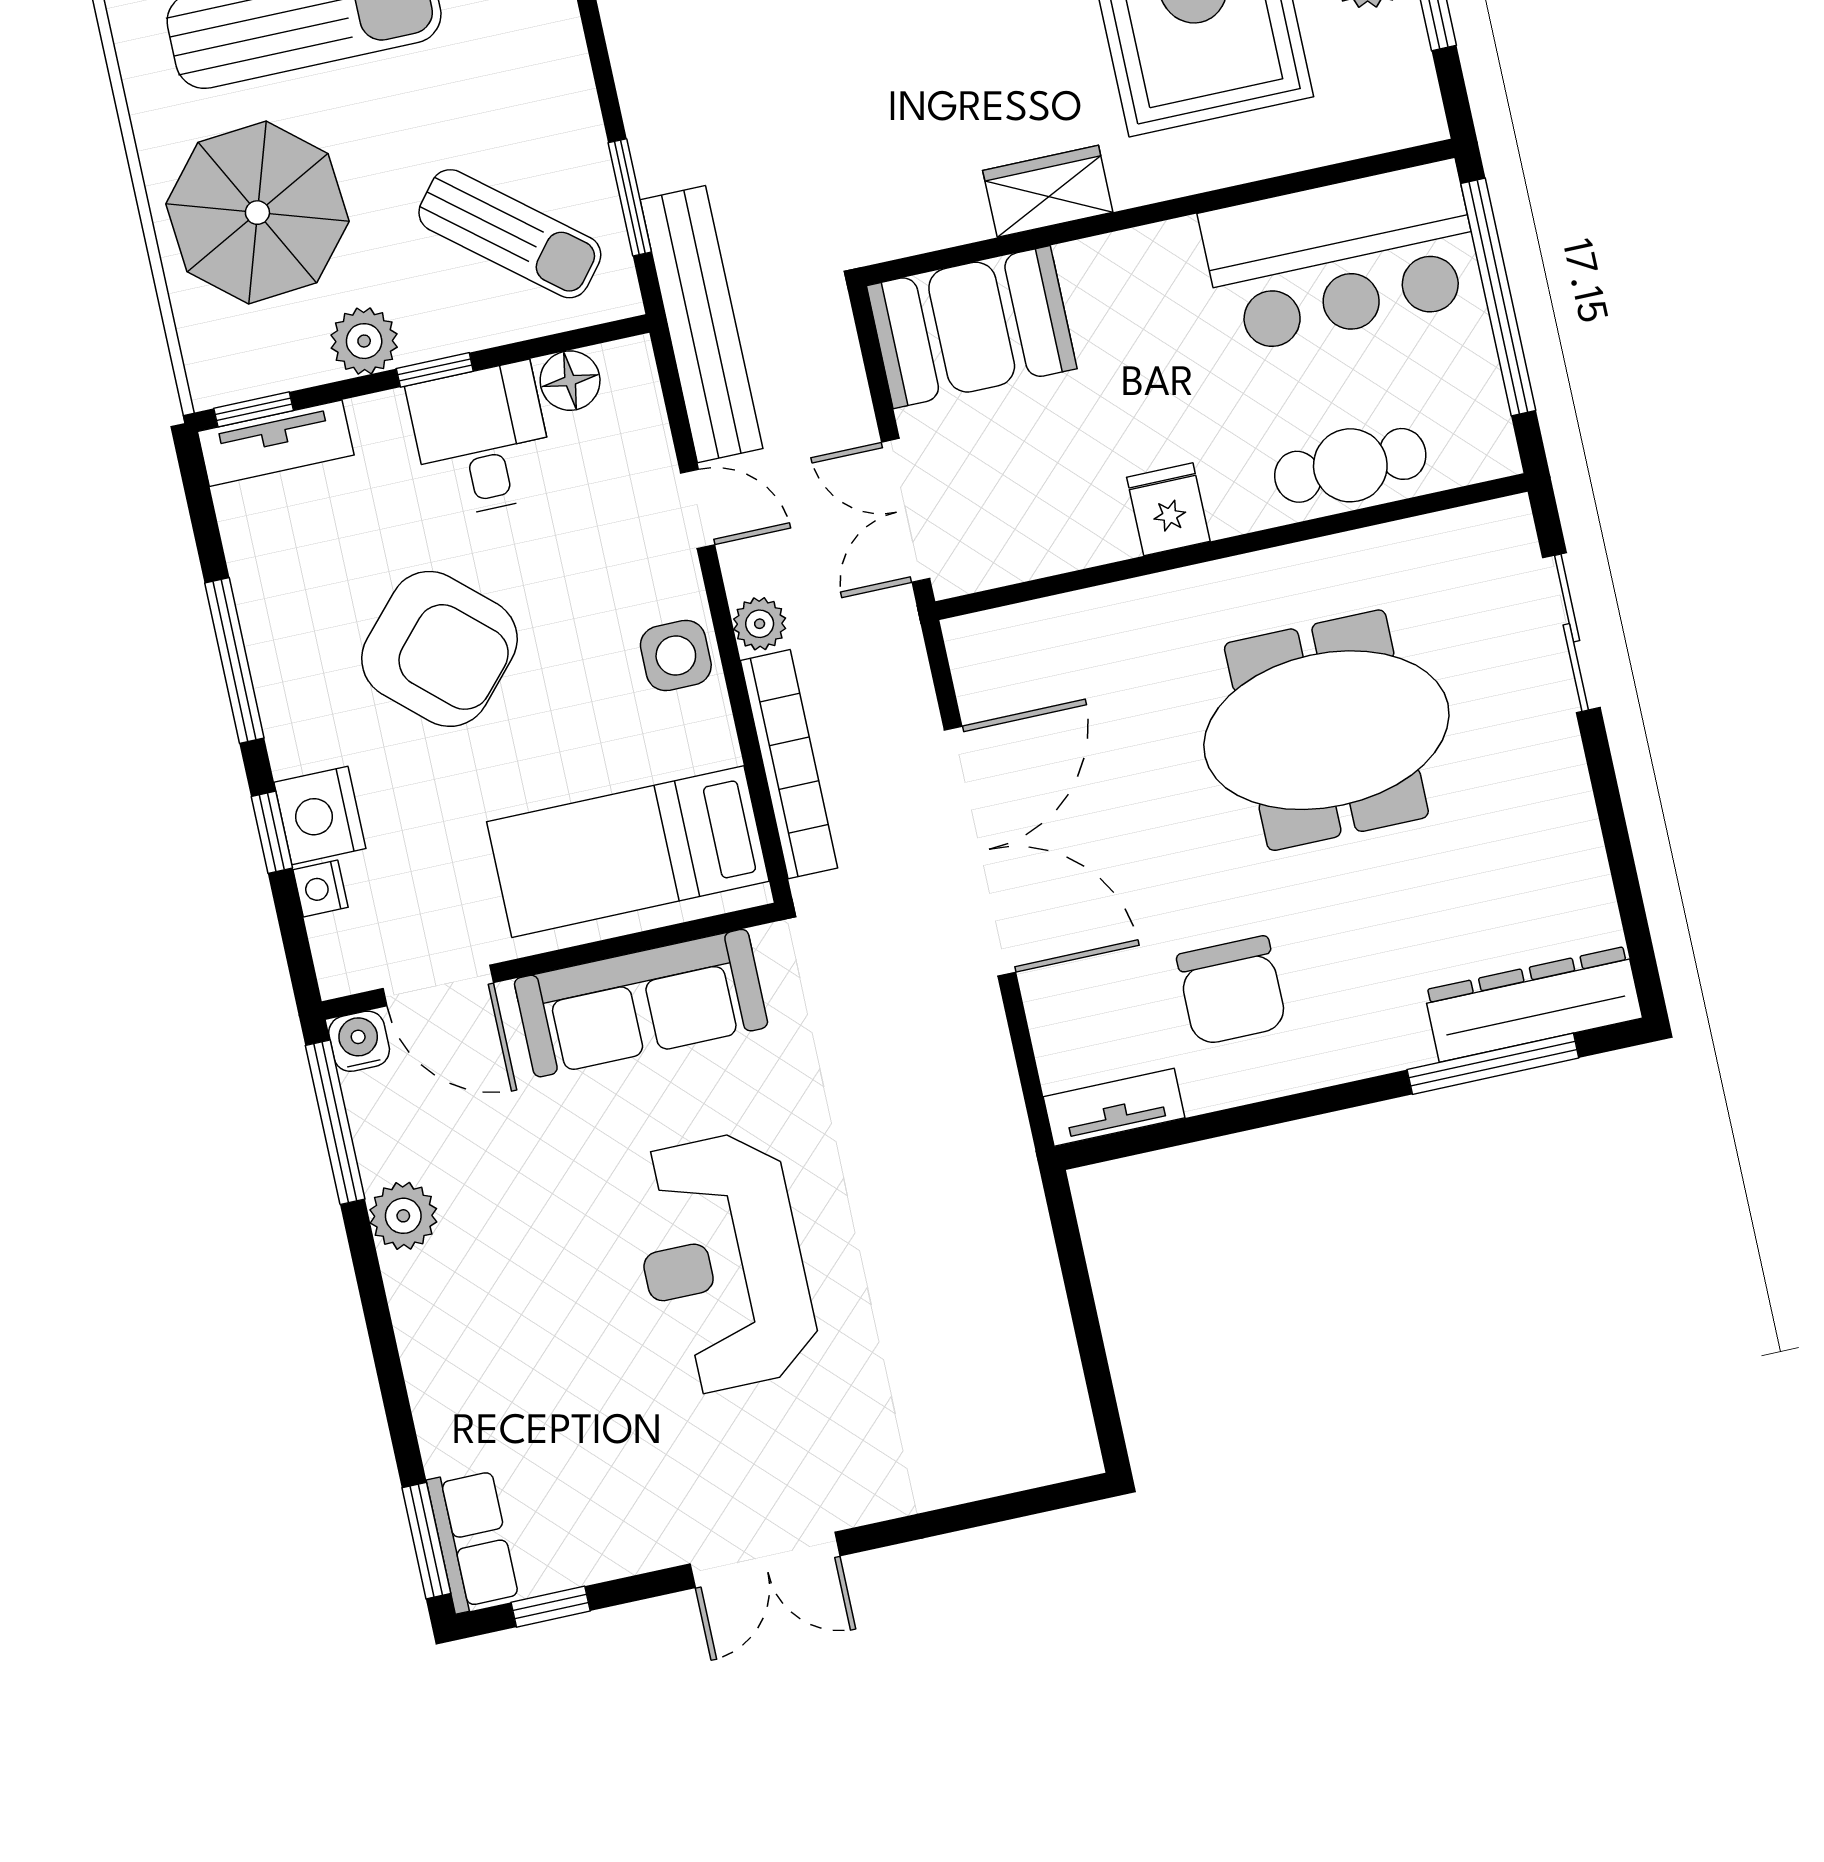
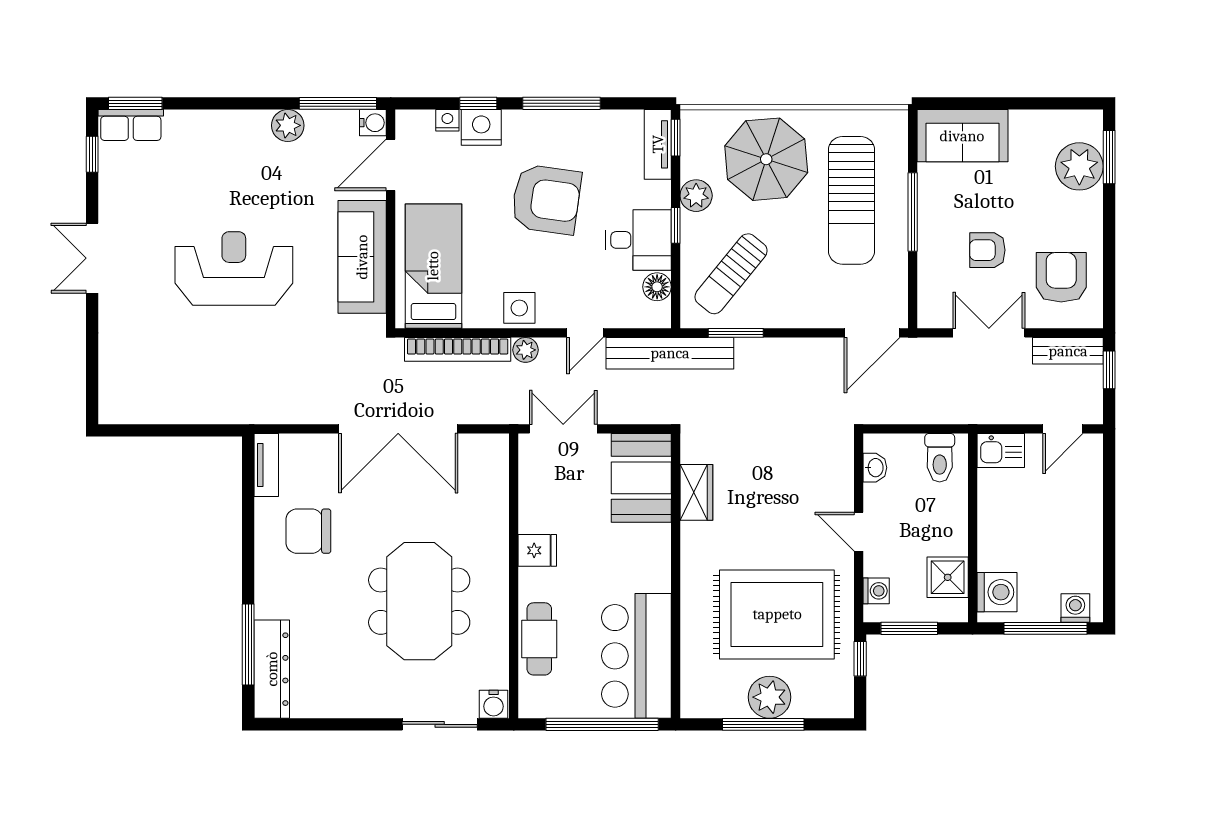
wardrobe: (1048, 191) -> (696, 492), moved
water cooler: (1506, 530) -> (494, 704), added
armchair: (439, 649) -> (546, 199), turned -124

